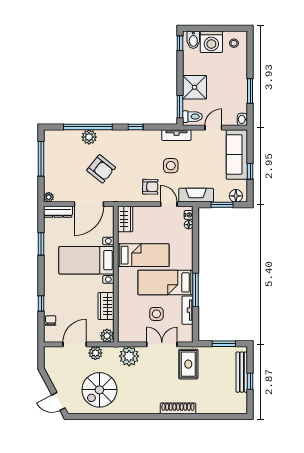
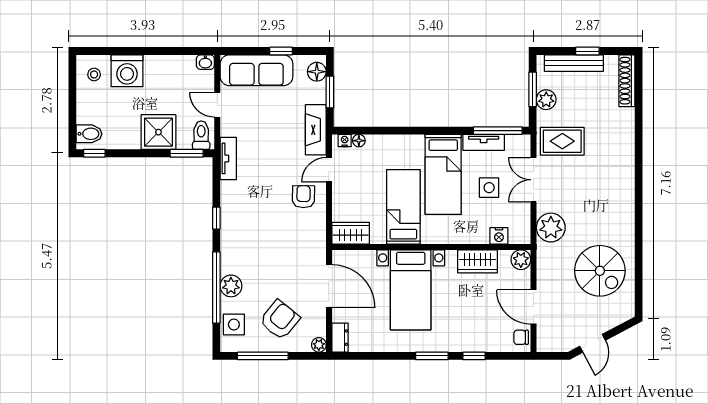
washing machine: (211, 42) -> (127, 71), moved, turned 90
window: (250, 91) -> (164, 51), removed
side table: (171, 166) -> (234, 325), moved
armchair: (101, 169) -> (280, 320), moved
dresser: (58, 212) -> (340, 338), width x0.70
window: (41, 244) -> (432, 356), moved
window: (196, 290) -> (498, 131), moved
chair: (51, 320) -> (521, 337), moved
nightstand: (123, 321) -> (499, 236), added
plant: (95, 353) -> (546, 100), moved
door: (59, 401) -> (593, 343), moved
shoe rack: (178, 408) -> (627, 81), moved

